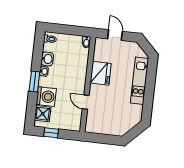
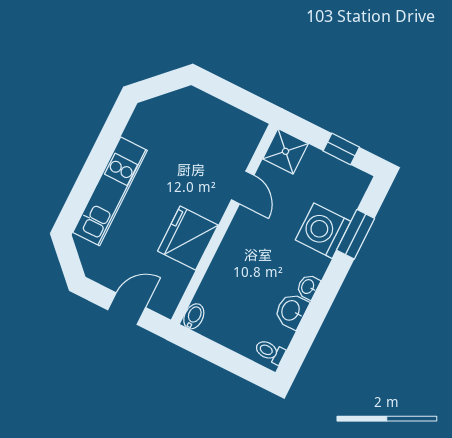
door: (115, 35) -> (127, 309), swing flipped
window: (34, 81) -> (356, 234), moved
shower: (43, 114) -> (285, 151), moved

